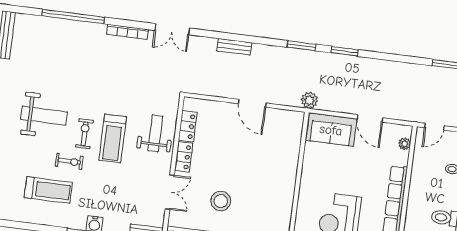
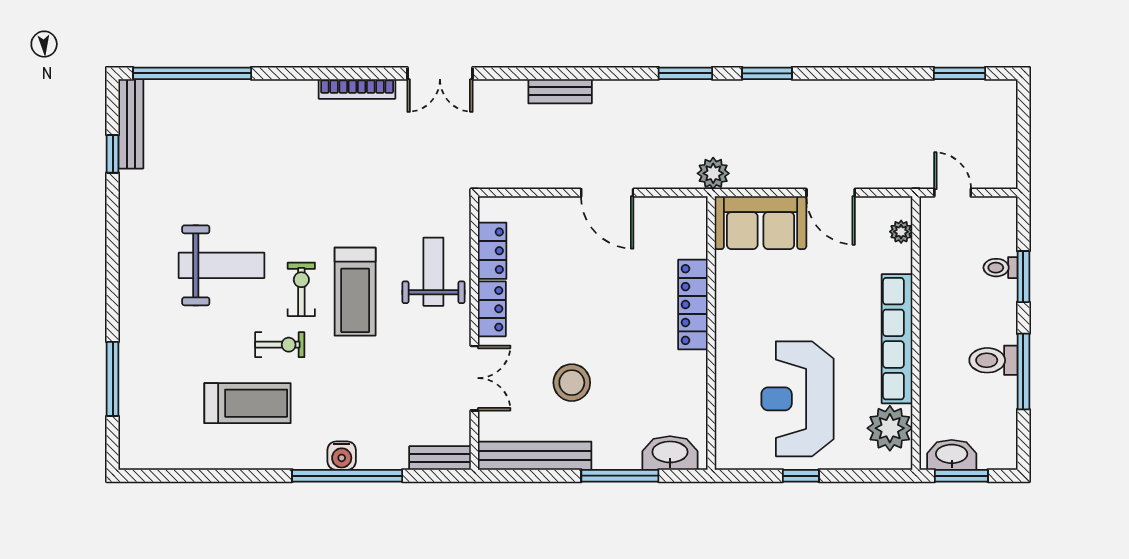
window: (73, 16) -> (192, 73), moved
door: (434, 127) -> (953, 193), swing flipped
locker: (290, 168) -> (693, 305), added

